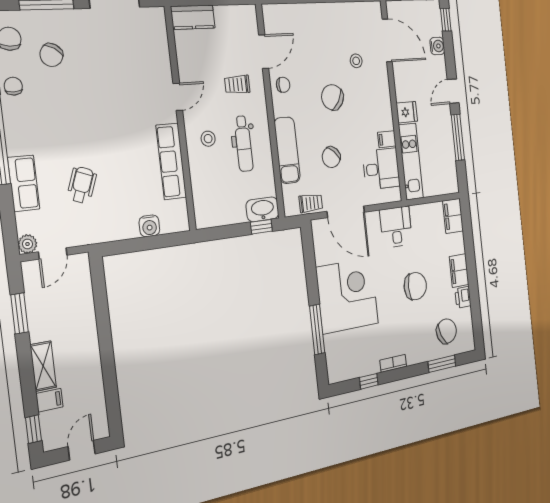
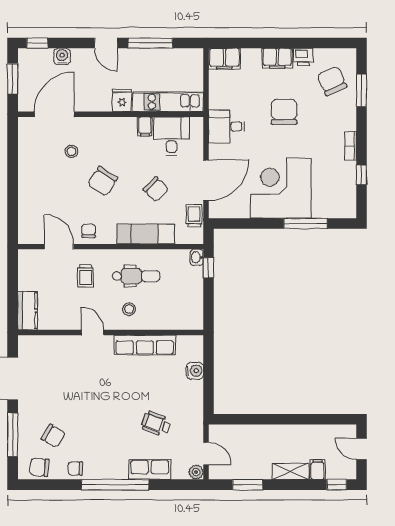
washbasin: (263, 209) -> (197, 257), width x0.52, depth x0.69

